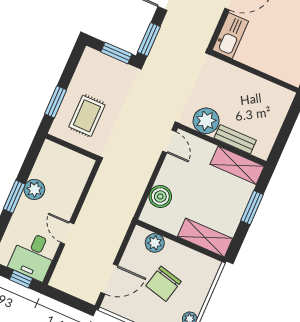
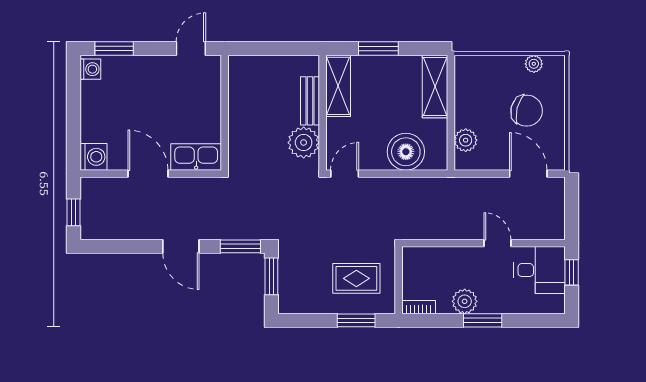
bookcase: (45, 153) -> (419, 307), added
boiler: (160, 196) -> (406, 152), width x1.37, depth x1.37
door: (67, 233) -> (497, 243), swing flipped
chair: (164, 284) -> (527, 111), moved

